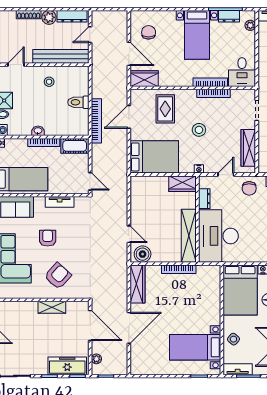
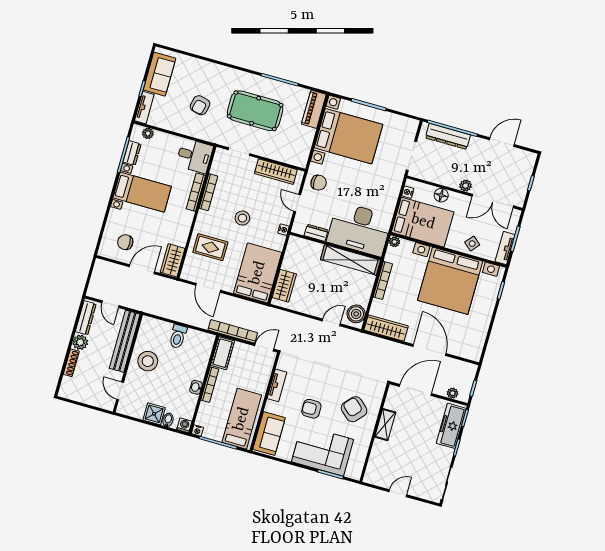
stool: (49, 82) -> (148, 361), width x1.89, depth x1.89
bookcase: (96, 121) -> (233, 331), moved
wardrobe: (182, 184) -> (284, 286), moved
plant: (216, 270) -> (394, 242), added
bed with nightstands: (195, 347) -> (450, 281), width x1.85

